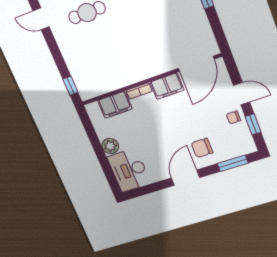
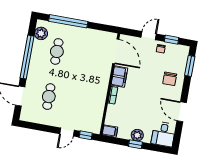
door: (41, 19) -> (67, 132), moved
filing cabinet: (115, 105) -> (110, 131), moved, width x0.50
window: (98, 150) -> (135, 144), added
desk: (129, 170) -> (163, 134), width x0.73
door: (185, 178) -> (182, 112), moved

